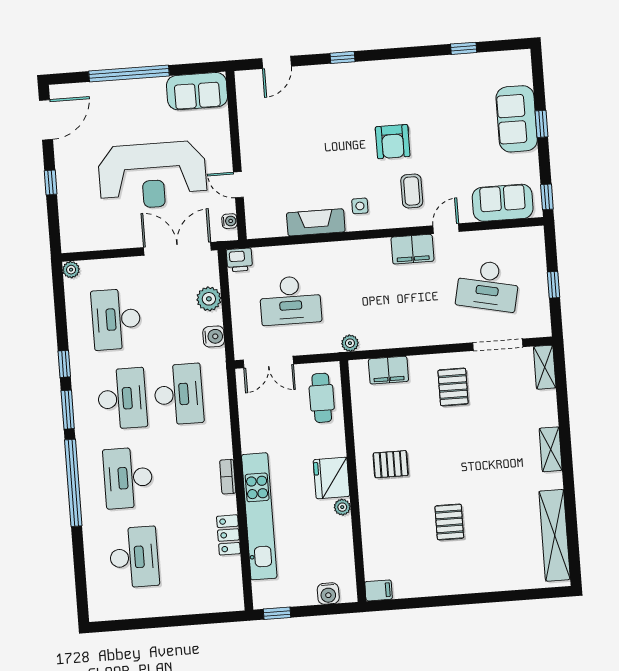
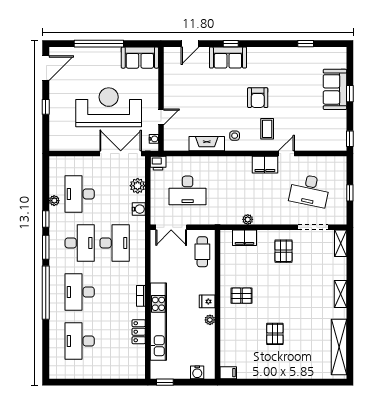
reception desk: (153, 175) -> (109, 107), turned 180
door: (238, 185) -> (161, 117), swing flipped
sofa: (503, 203) -> (228, 58), moved, turned 180
plant: (71, 270) -> (54, 201), moved
plant: (350, 343) -> (248, 219), moved
fridge: (331, 478) -> (207, 301), width x0.53, depth x0.75
desk: (134, 557) -> (80, 341), turned 180

